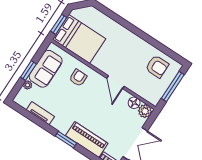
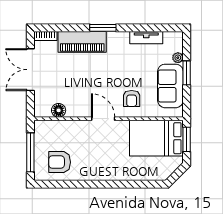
door: (115, 82) -> (103, 119), moved
plant: (145, 111) -> (42, 109), removed

